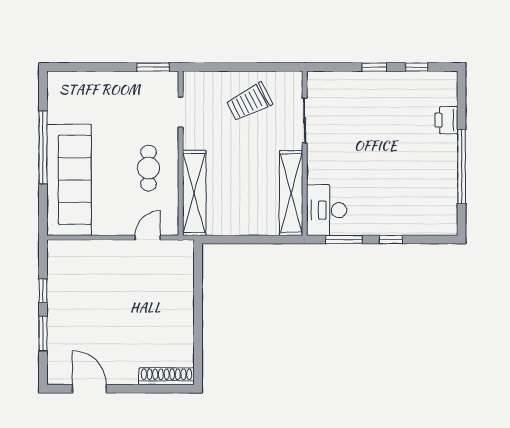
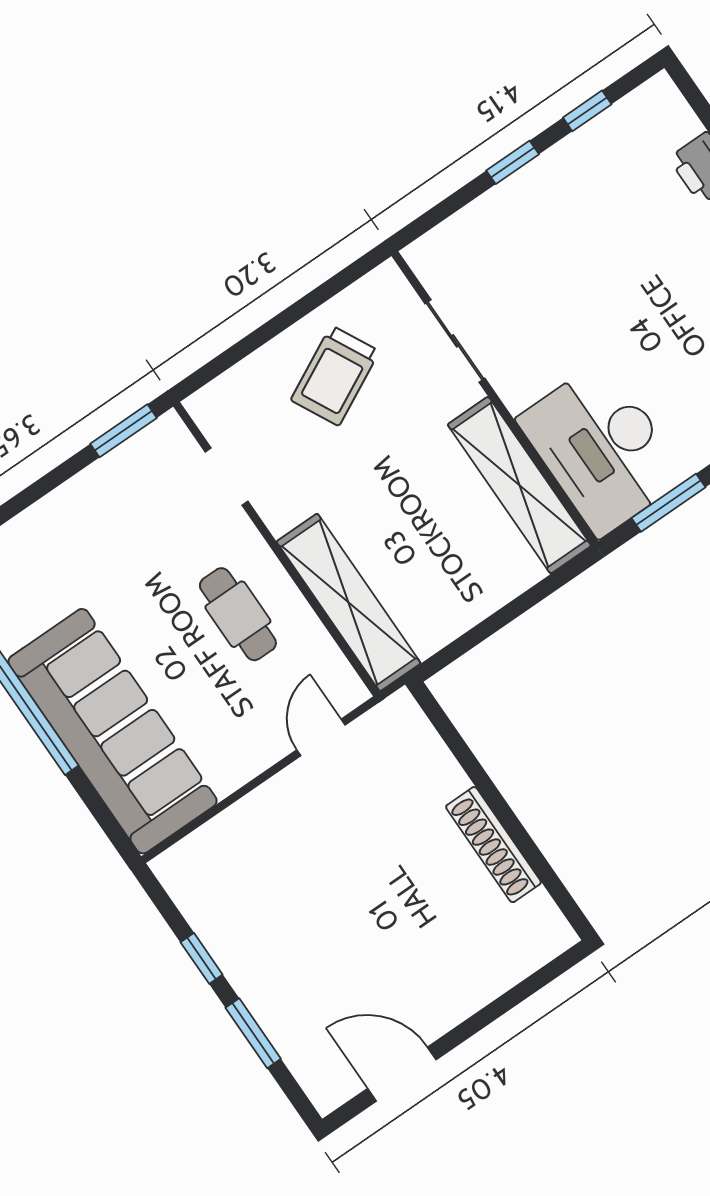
desk: (327, 210) -> (602, 448), width x1.36, depth x1.30
shoe rack: (167, 376) -> (493, 845), moved, turned -90

